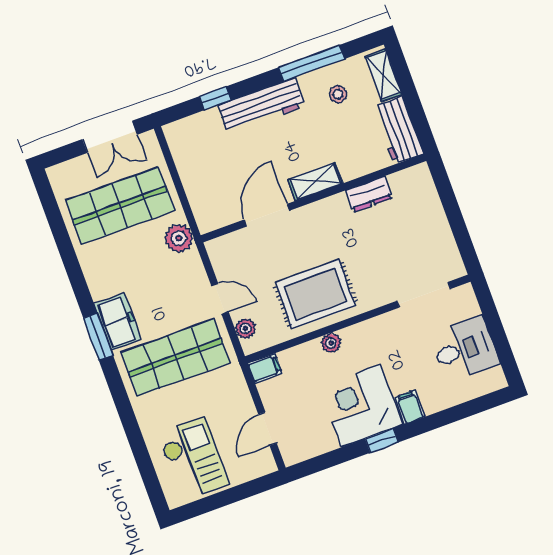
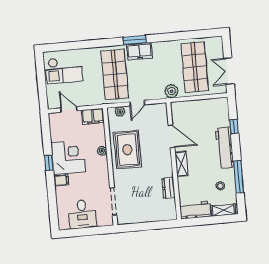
filing cabinet: (265, 368) -> (93, 116), width x2.00

